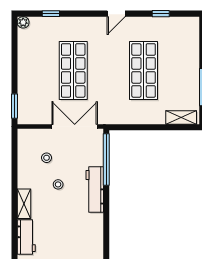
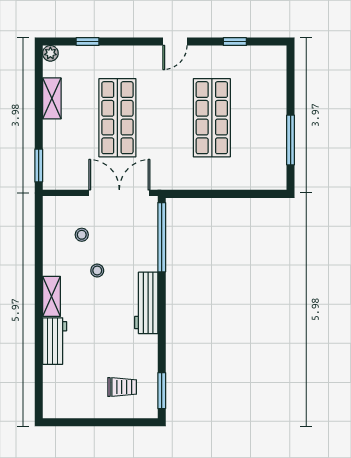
shelving: (181, 117) -> (52, 98), moved, turned 90
workbench: (95, 190) -> (146, 303), moved

